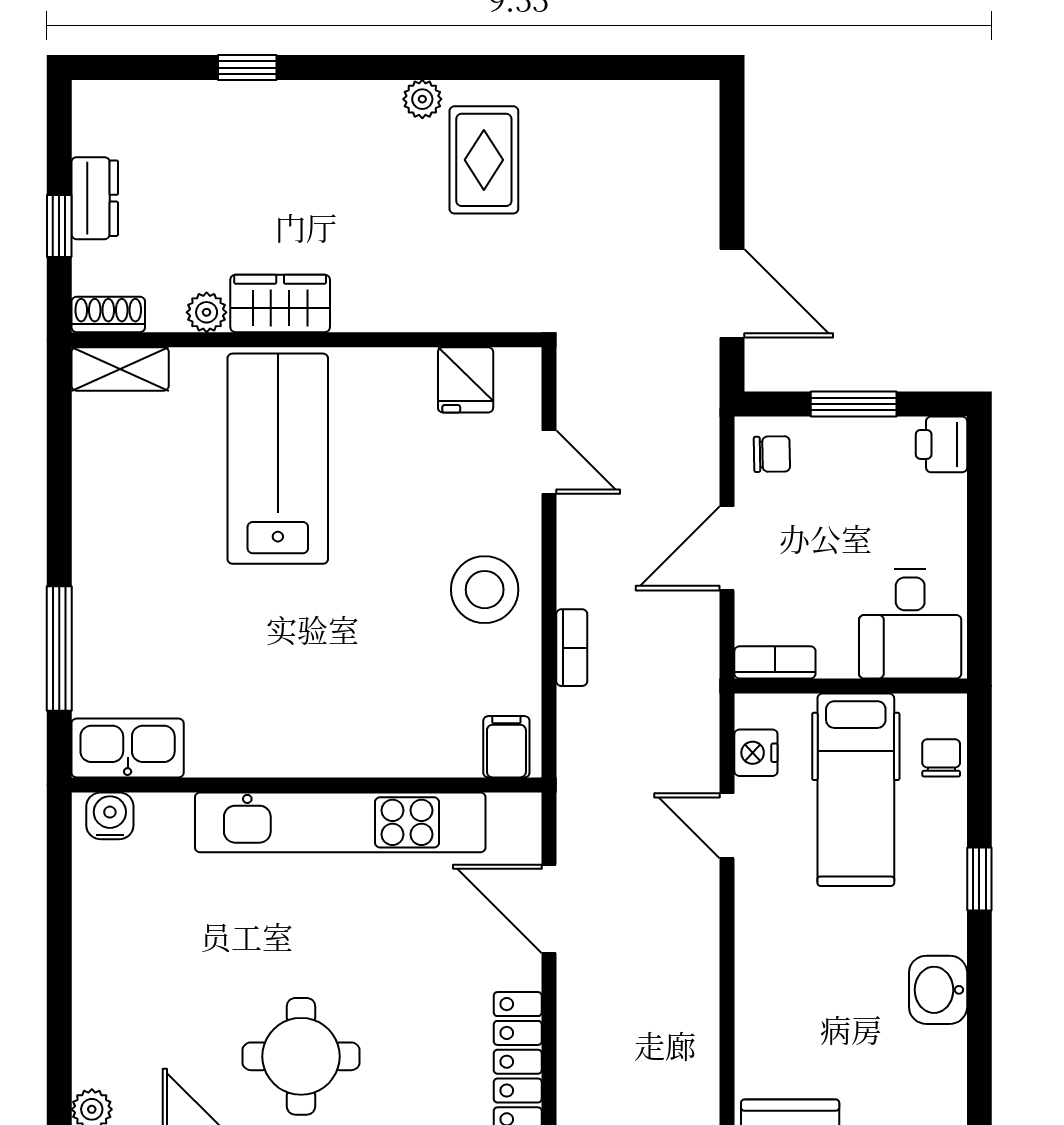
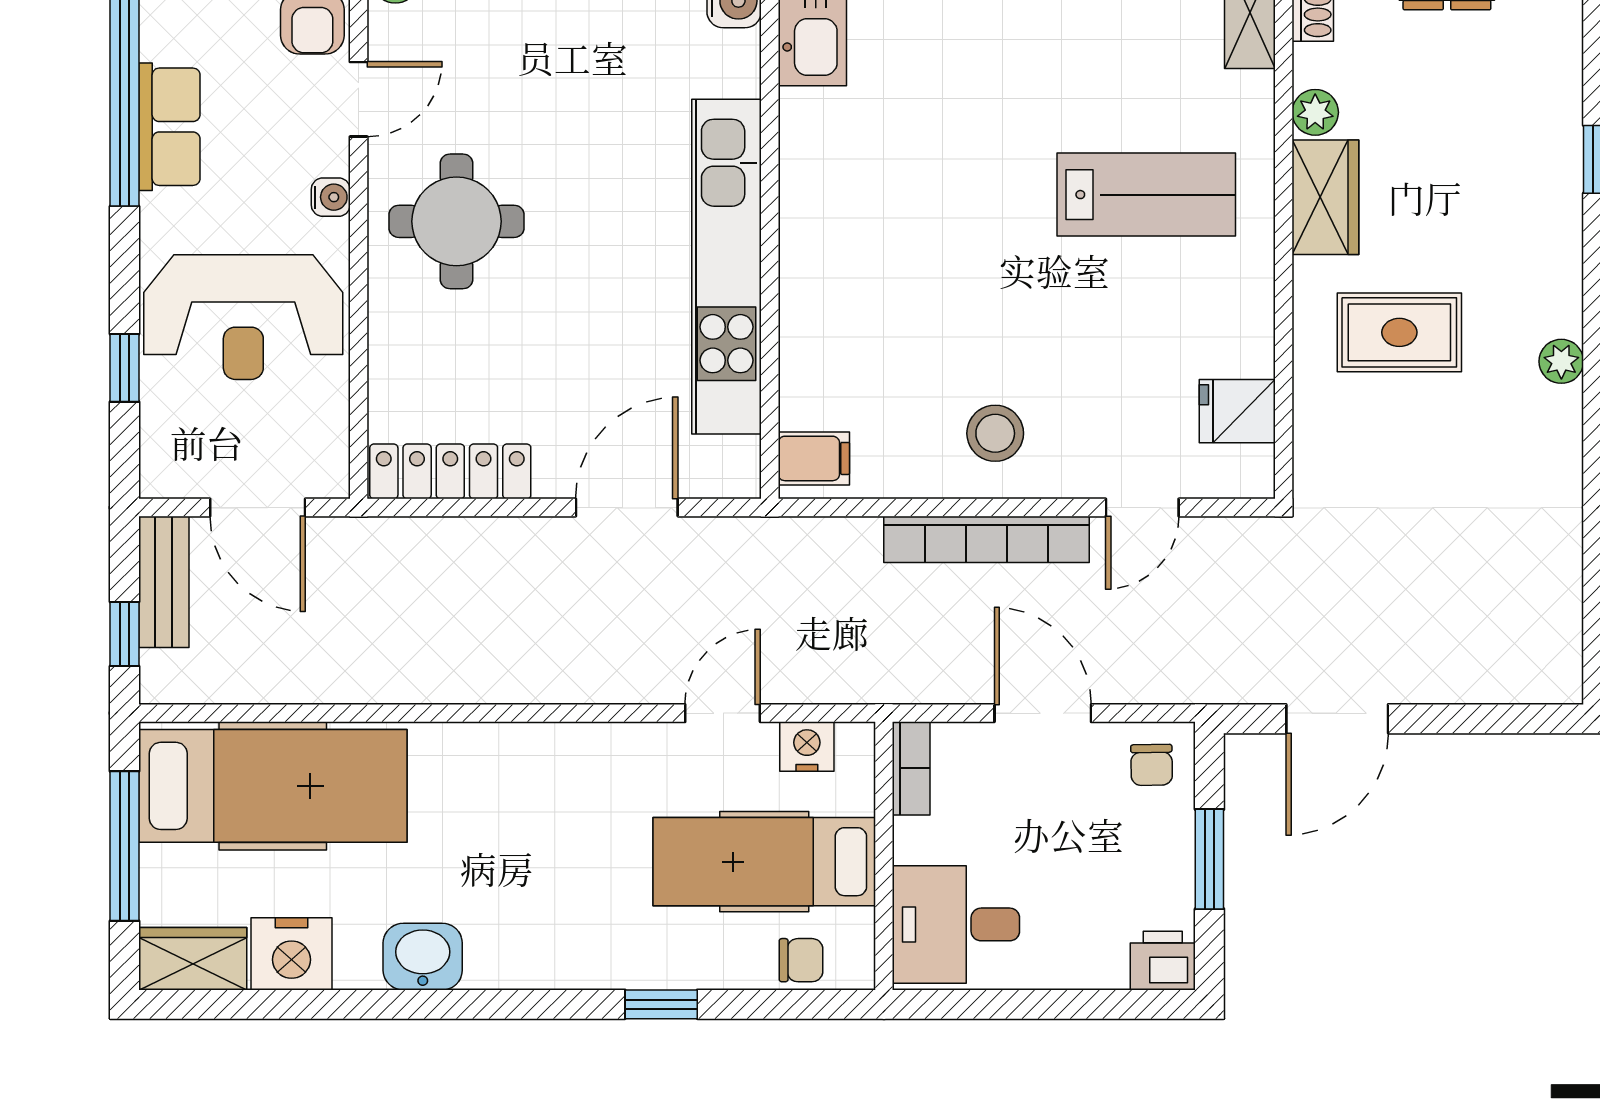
rug: (484, 160) -> (1399, 332), moved
lab bench: (278, 459) -> (1146, 195), width x0.73, depth x0.72
stool: (485, 590) -> (995, 433), width x0.73, depth x0.73
bookcase: (572, 648) -> (986, 539), width x2.31, depth x1.31
washbasin: (938, 990) -> (423, 957), moved

